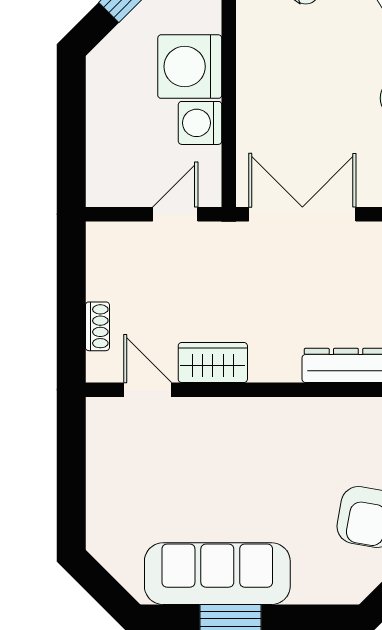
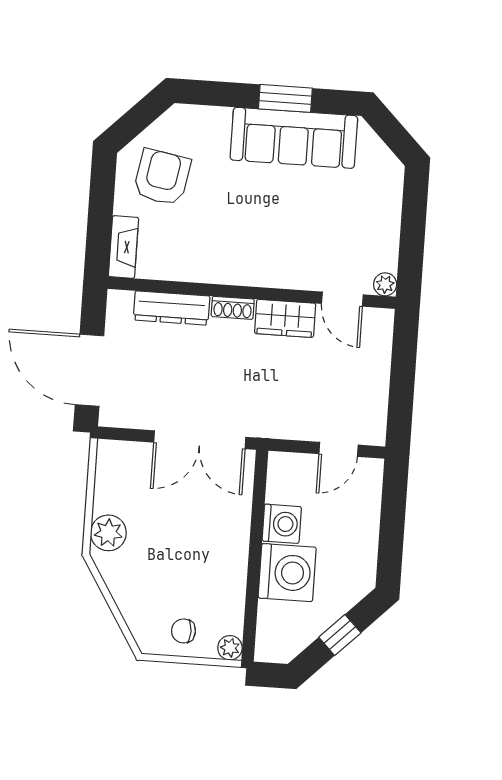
door: (175, 214) -> (339, 449), moved
shoe rack: (97, 326) -> (233, 308), moved, turned -90
plant: (99, 410) -> (385, 284), added

